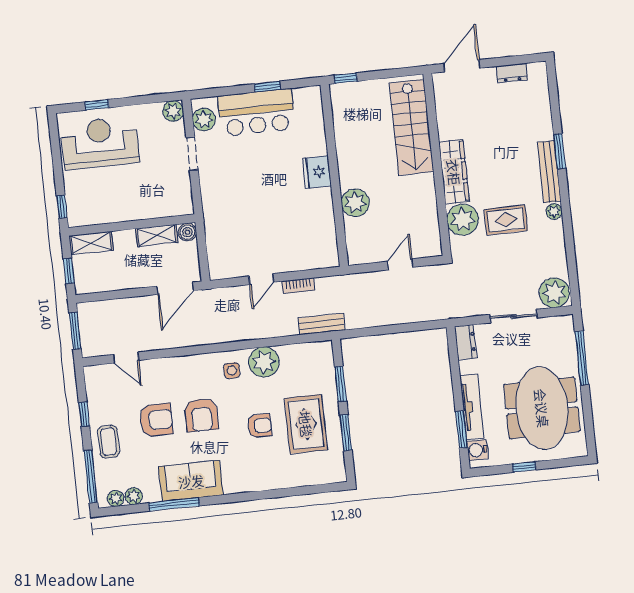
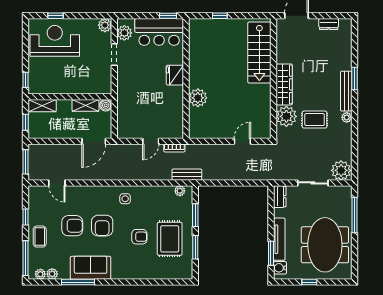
fridge: (317, 172) -> (175, 75), moved
wall: (334, 175) -> (186, 78), moved
plant: (355, 203) -> (198, 98), moved
plant: (264, 362) -> (180, 191), moved, width x0.53, depth x0.53

